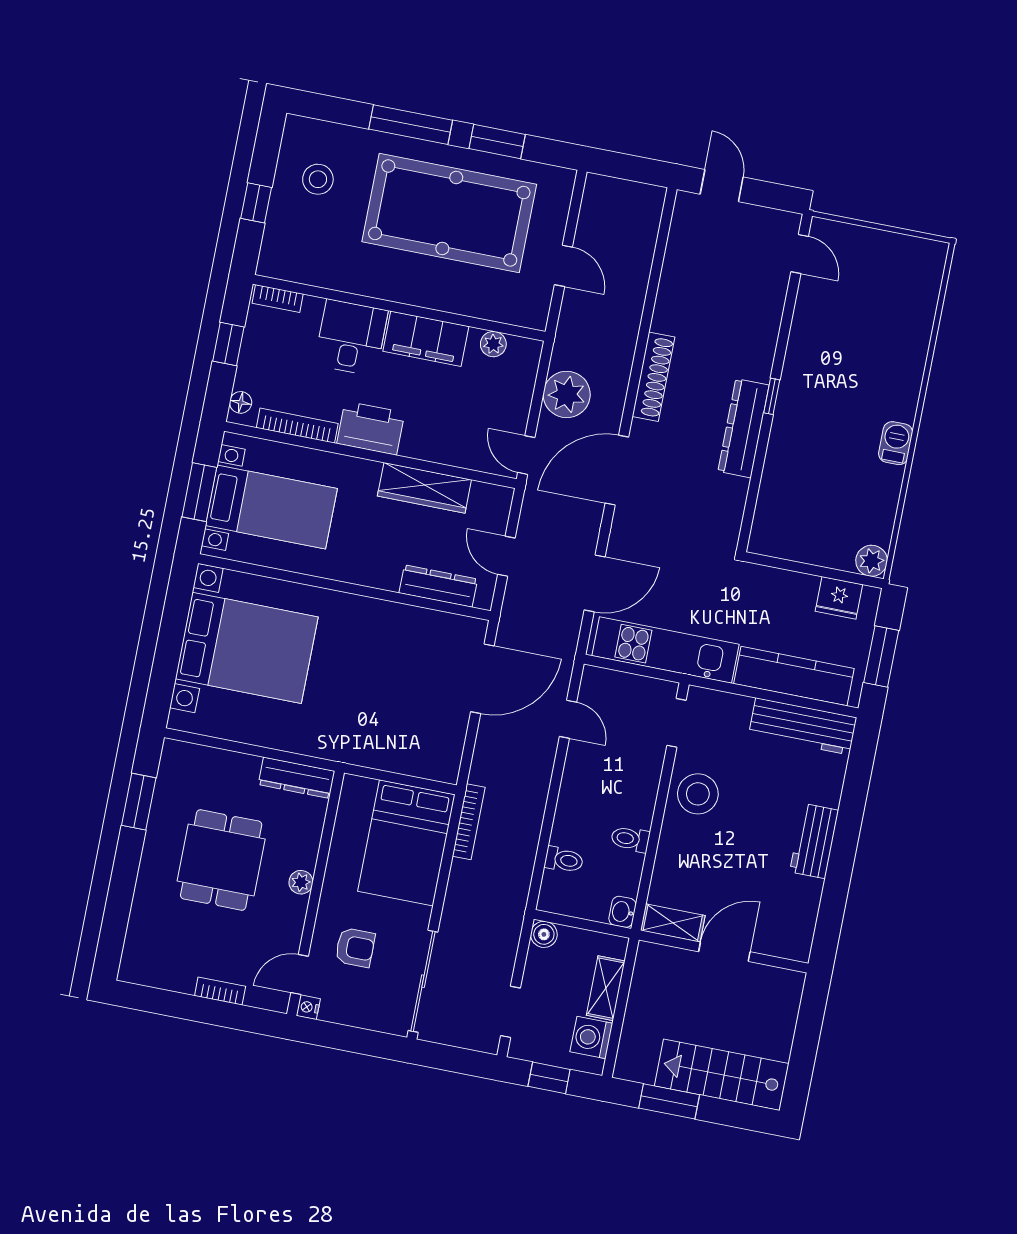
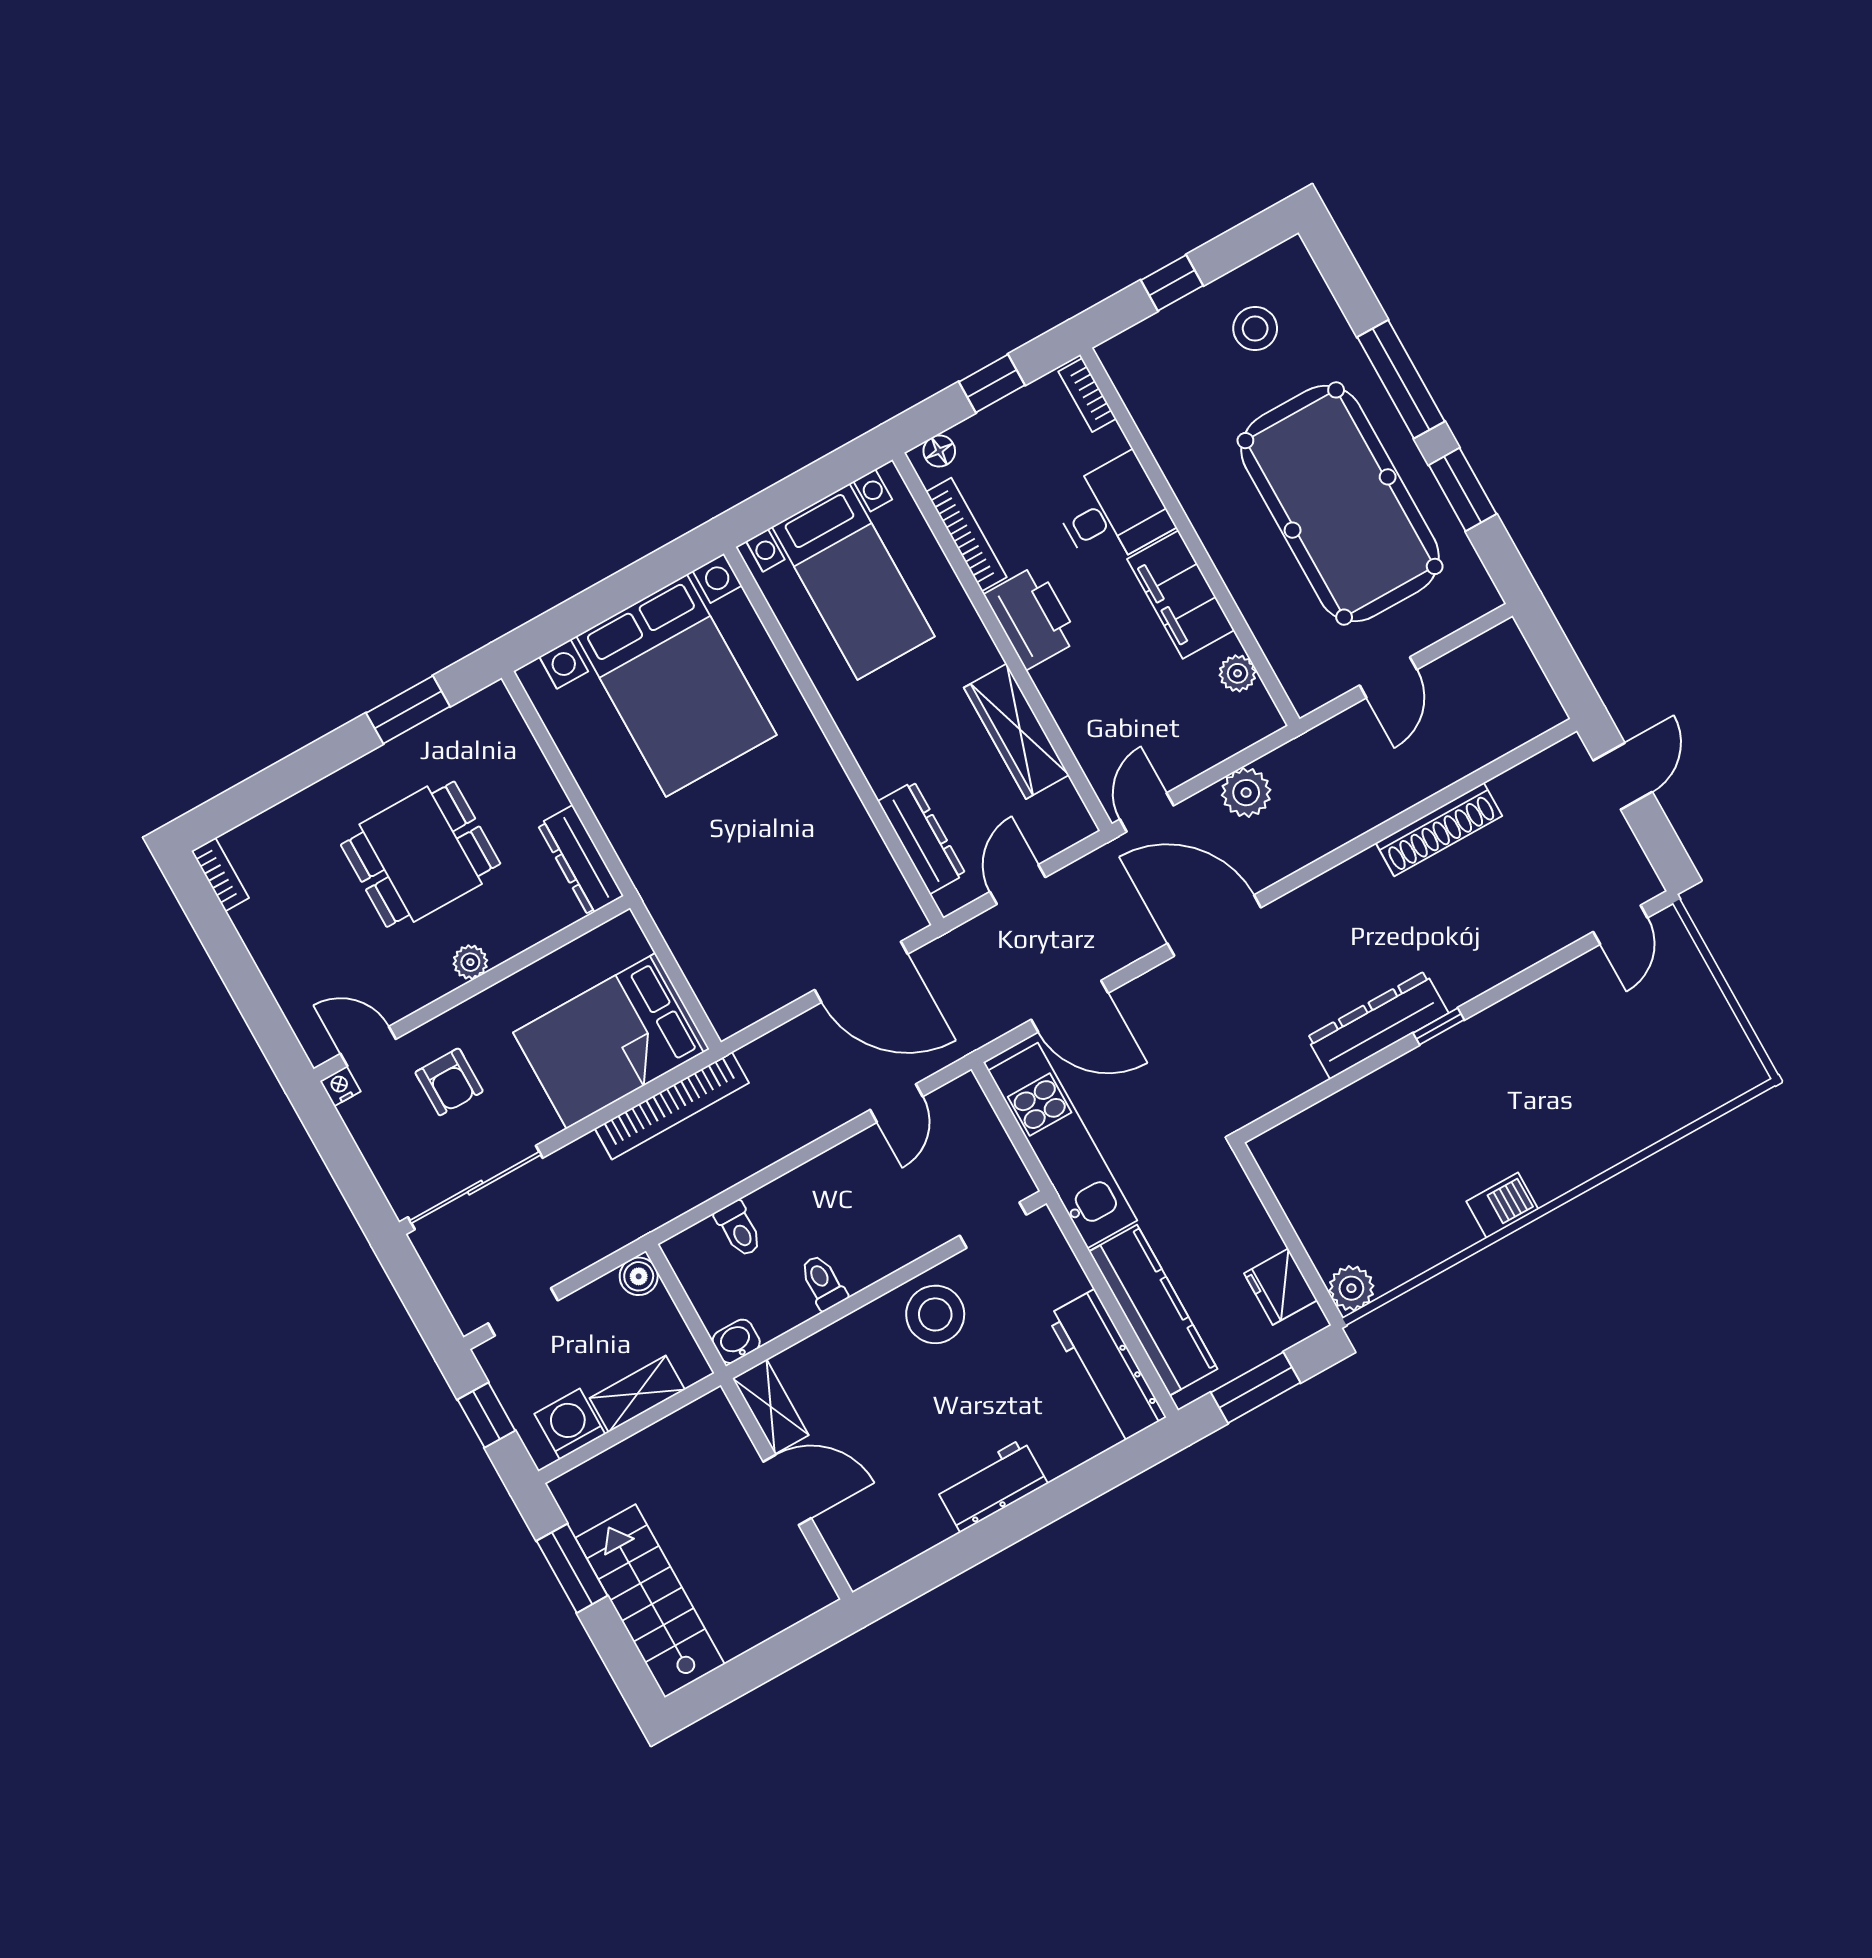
shoe rack: (653, 377) -> (1439, 829), moved
plant: (567, 394) -> (1246, 793), width x0.73, depth x0.73
window: (199, 492) -> (803, 489), removed
bookcase: (469, 822) -> (672, 1106), width x1.48, depth x1.31
bookcase: (220, 991) -> (220, 874), moved

